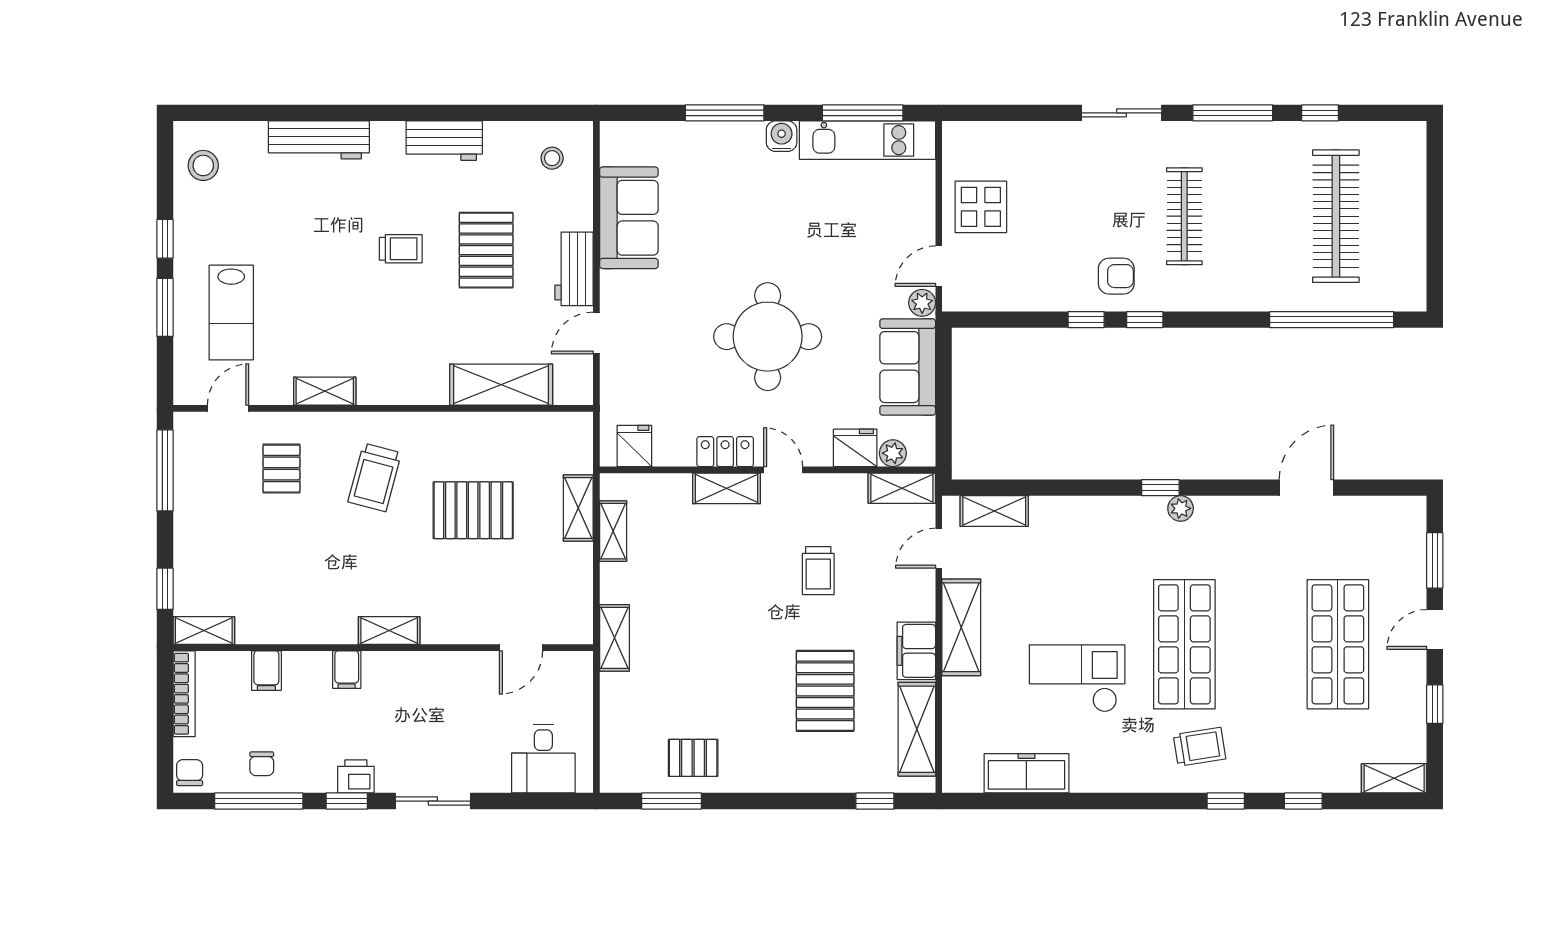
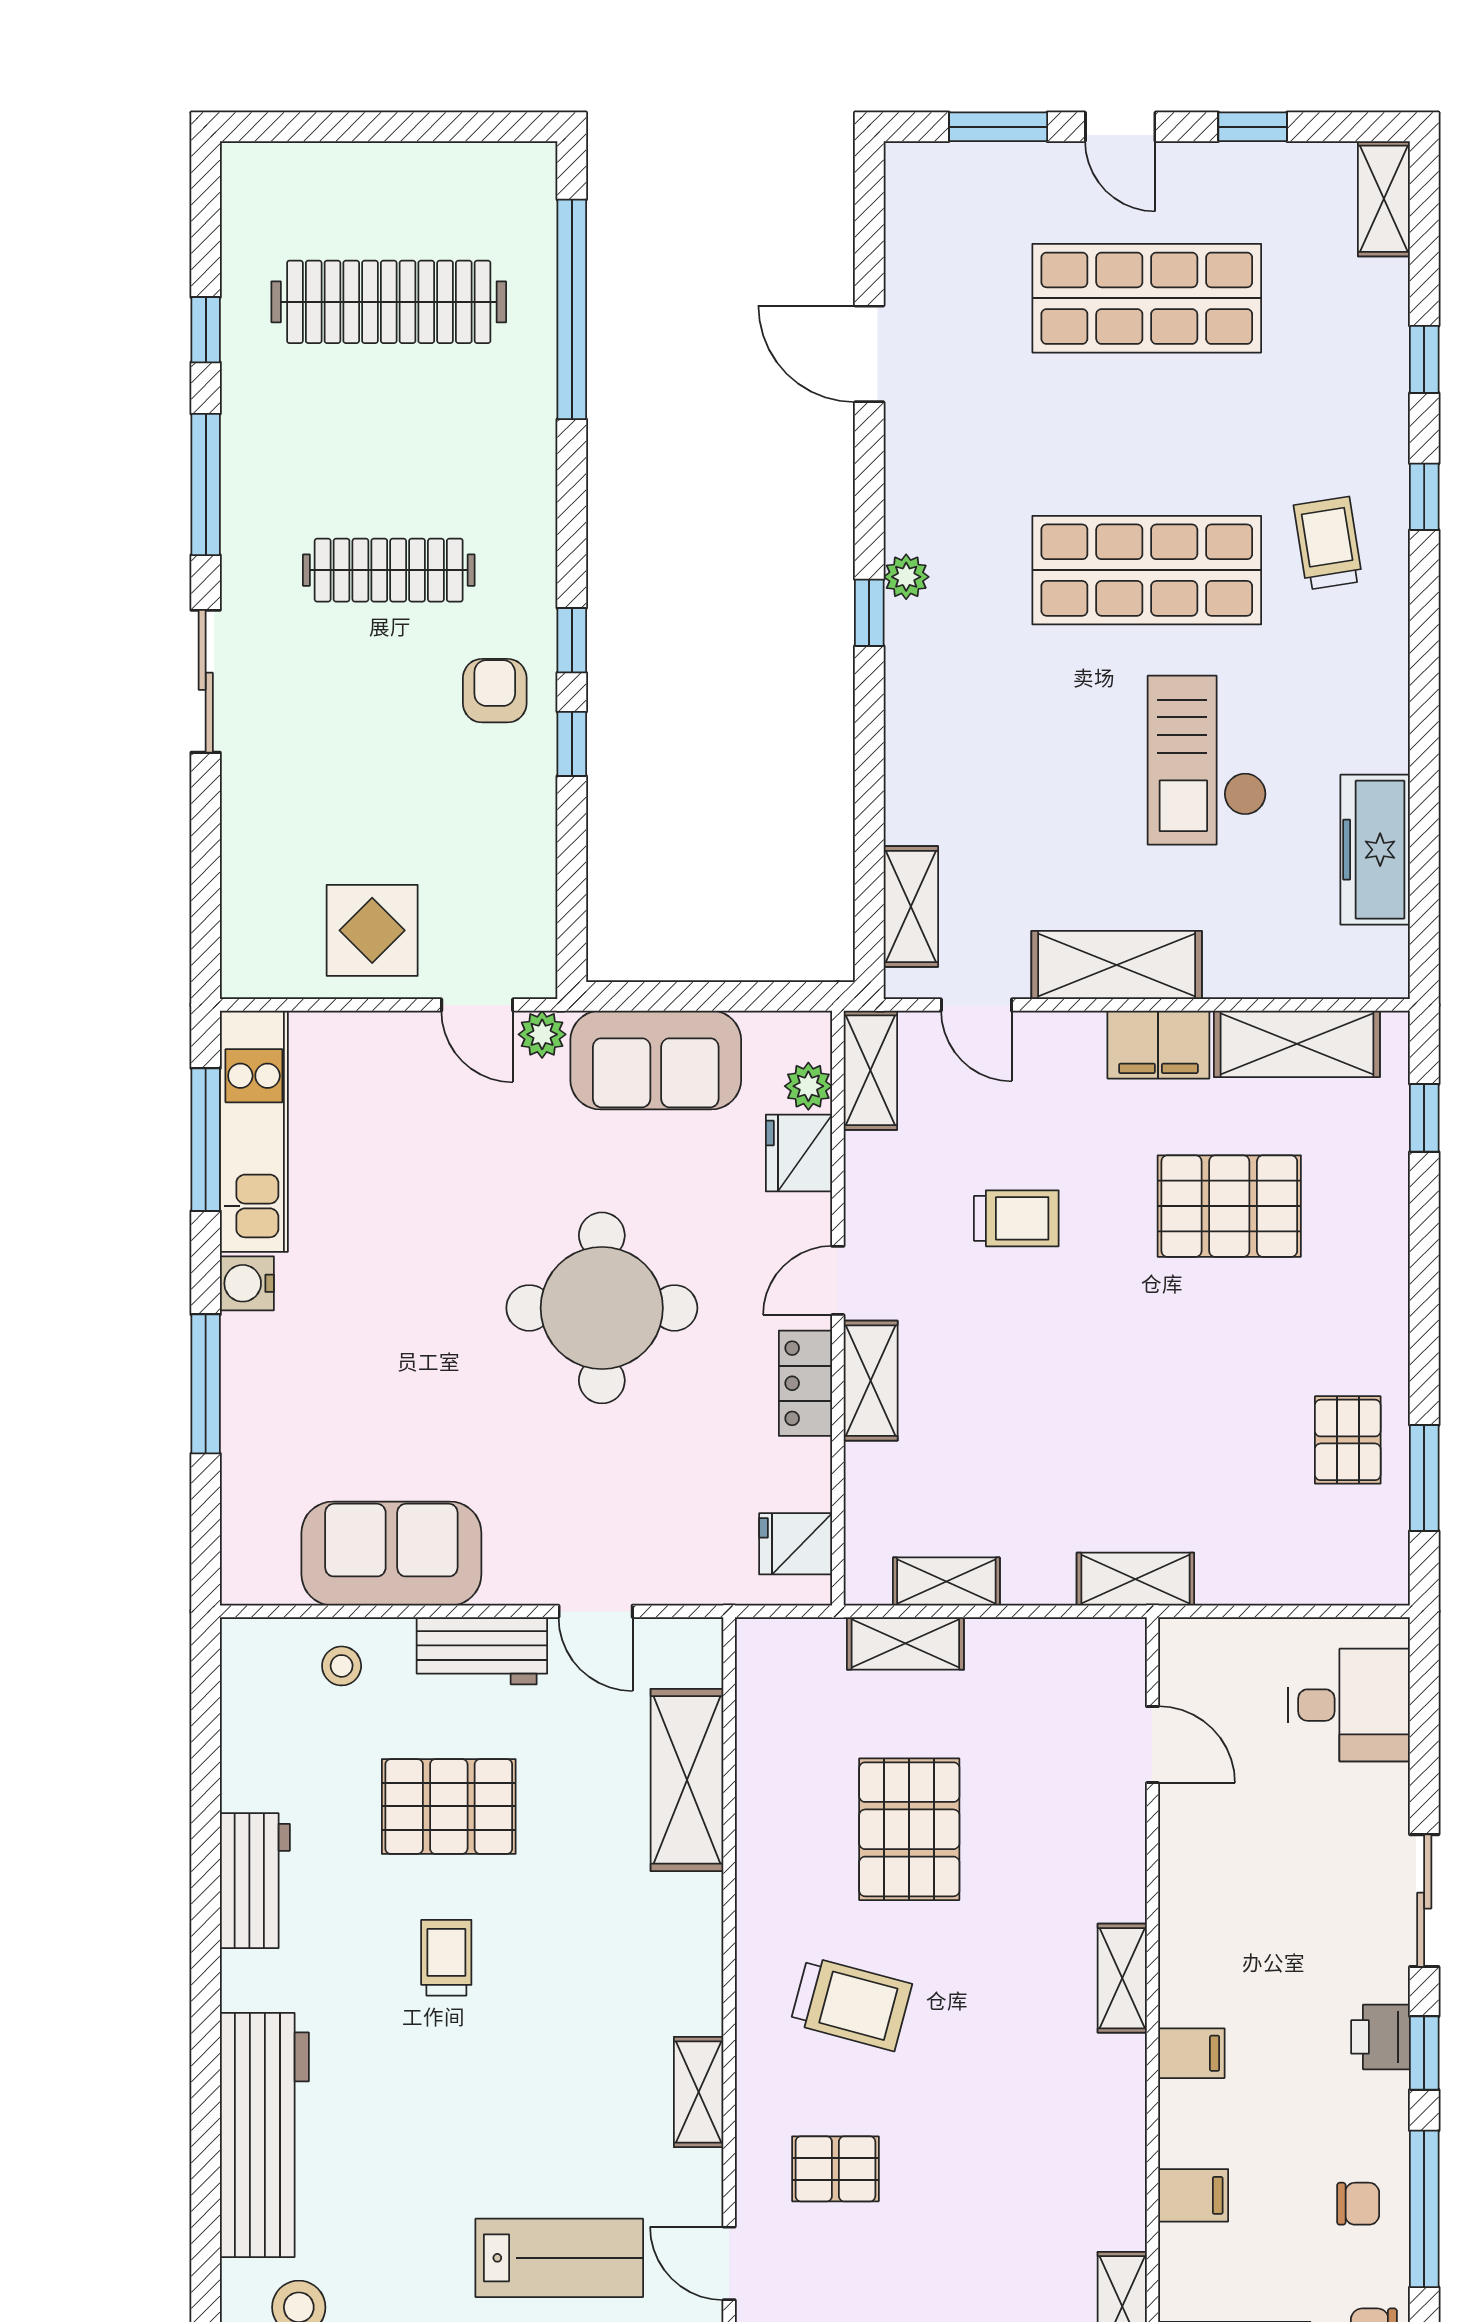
workbench: (319, 140) -> (264, 2135), width x1.36, depth x1.32
stool: (552, 158) -> (342, 1666), moved

